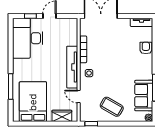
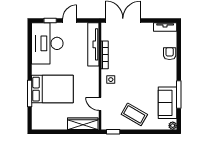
tv unit: (72, 67) -> (93, 44), moved
bed: (33, 102) -> (52, 89), moved, turned 90
wardrobe: (62, 116) -> (83, 124), width x1.50

